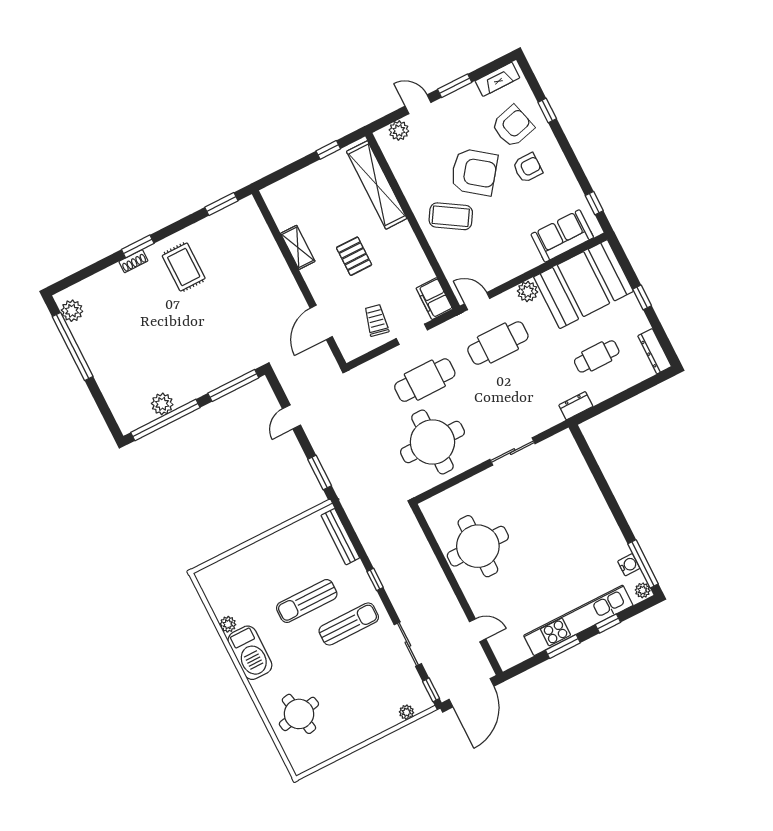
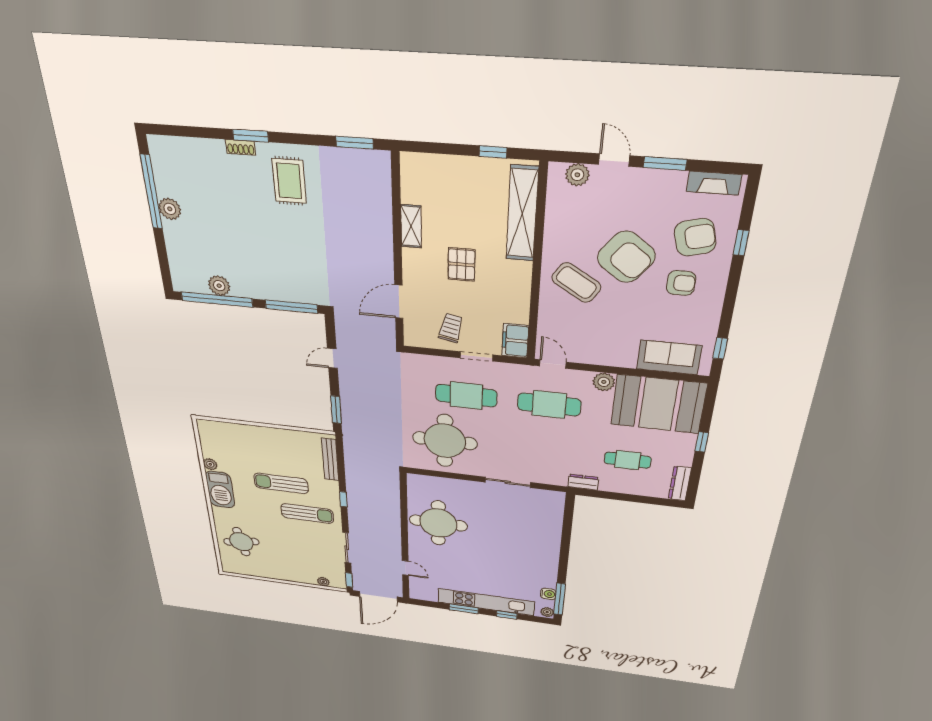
plant: (72, 311) -> (170, 209), moved

